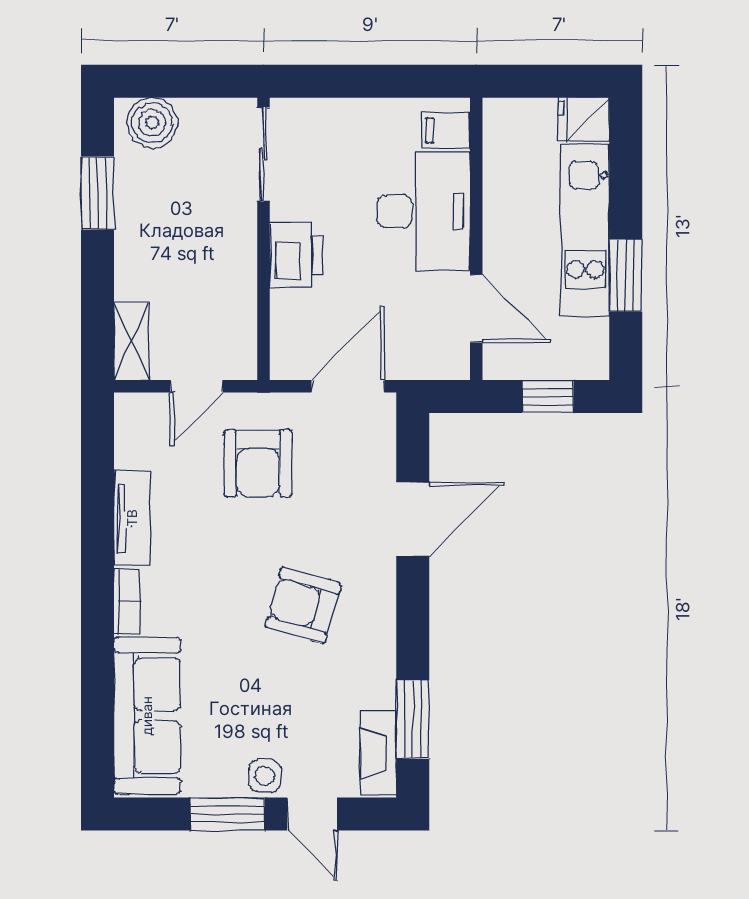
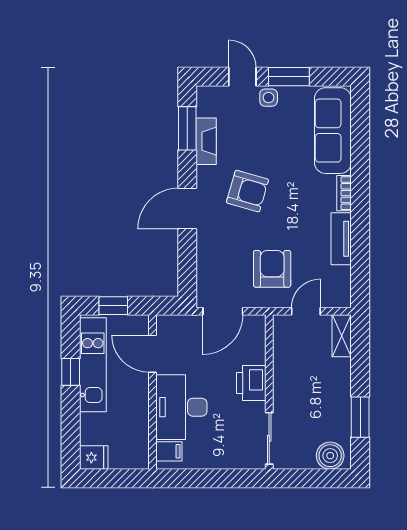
kitchen unit: (585, 230) -> (93, 365), moved
window: (626, 275) -> (71, 372), width x0.67
door: (413, 519) -> (187, 208), moved
fireplace: (378, 753) -> (206, 141), moved

